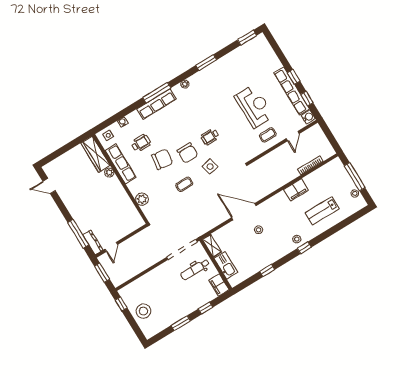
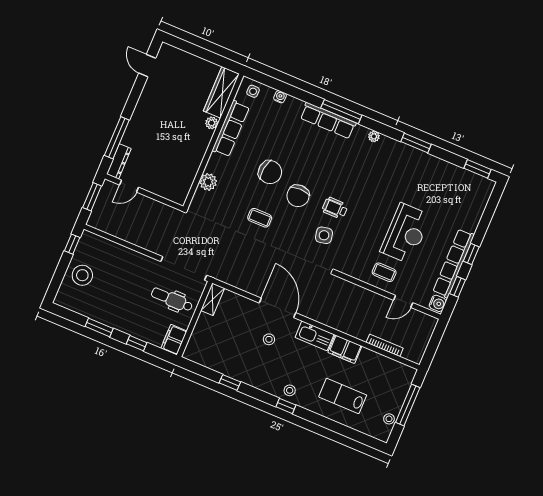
wheelchair: (141, 143) -> (271, 135), removed
side table: (210, 167) -> (324, 235), moved
kitchen sink: (226, 265) -> (315, 336), moved, turned 90

